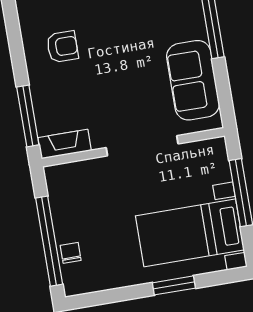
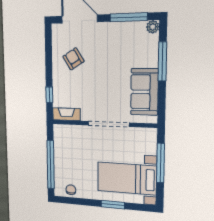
armchair: (62, 47) -> (73, 59), turned -122
window: (28, 116) -> (49, 95), width x0.46
chair: (71, 253) -> (71, 190), moved

